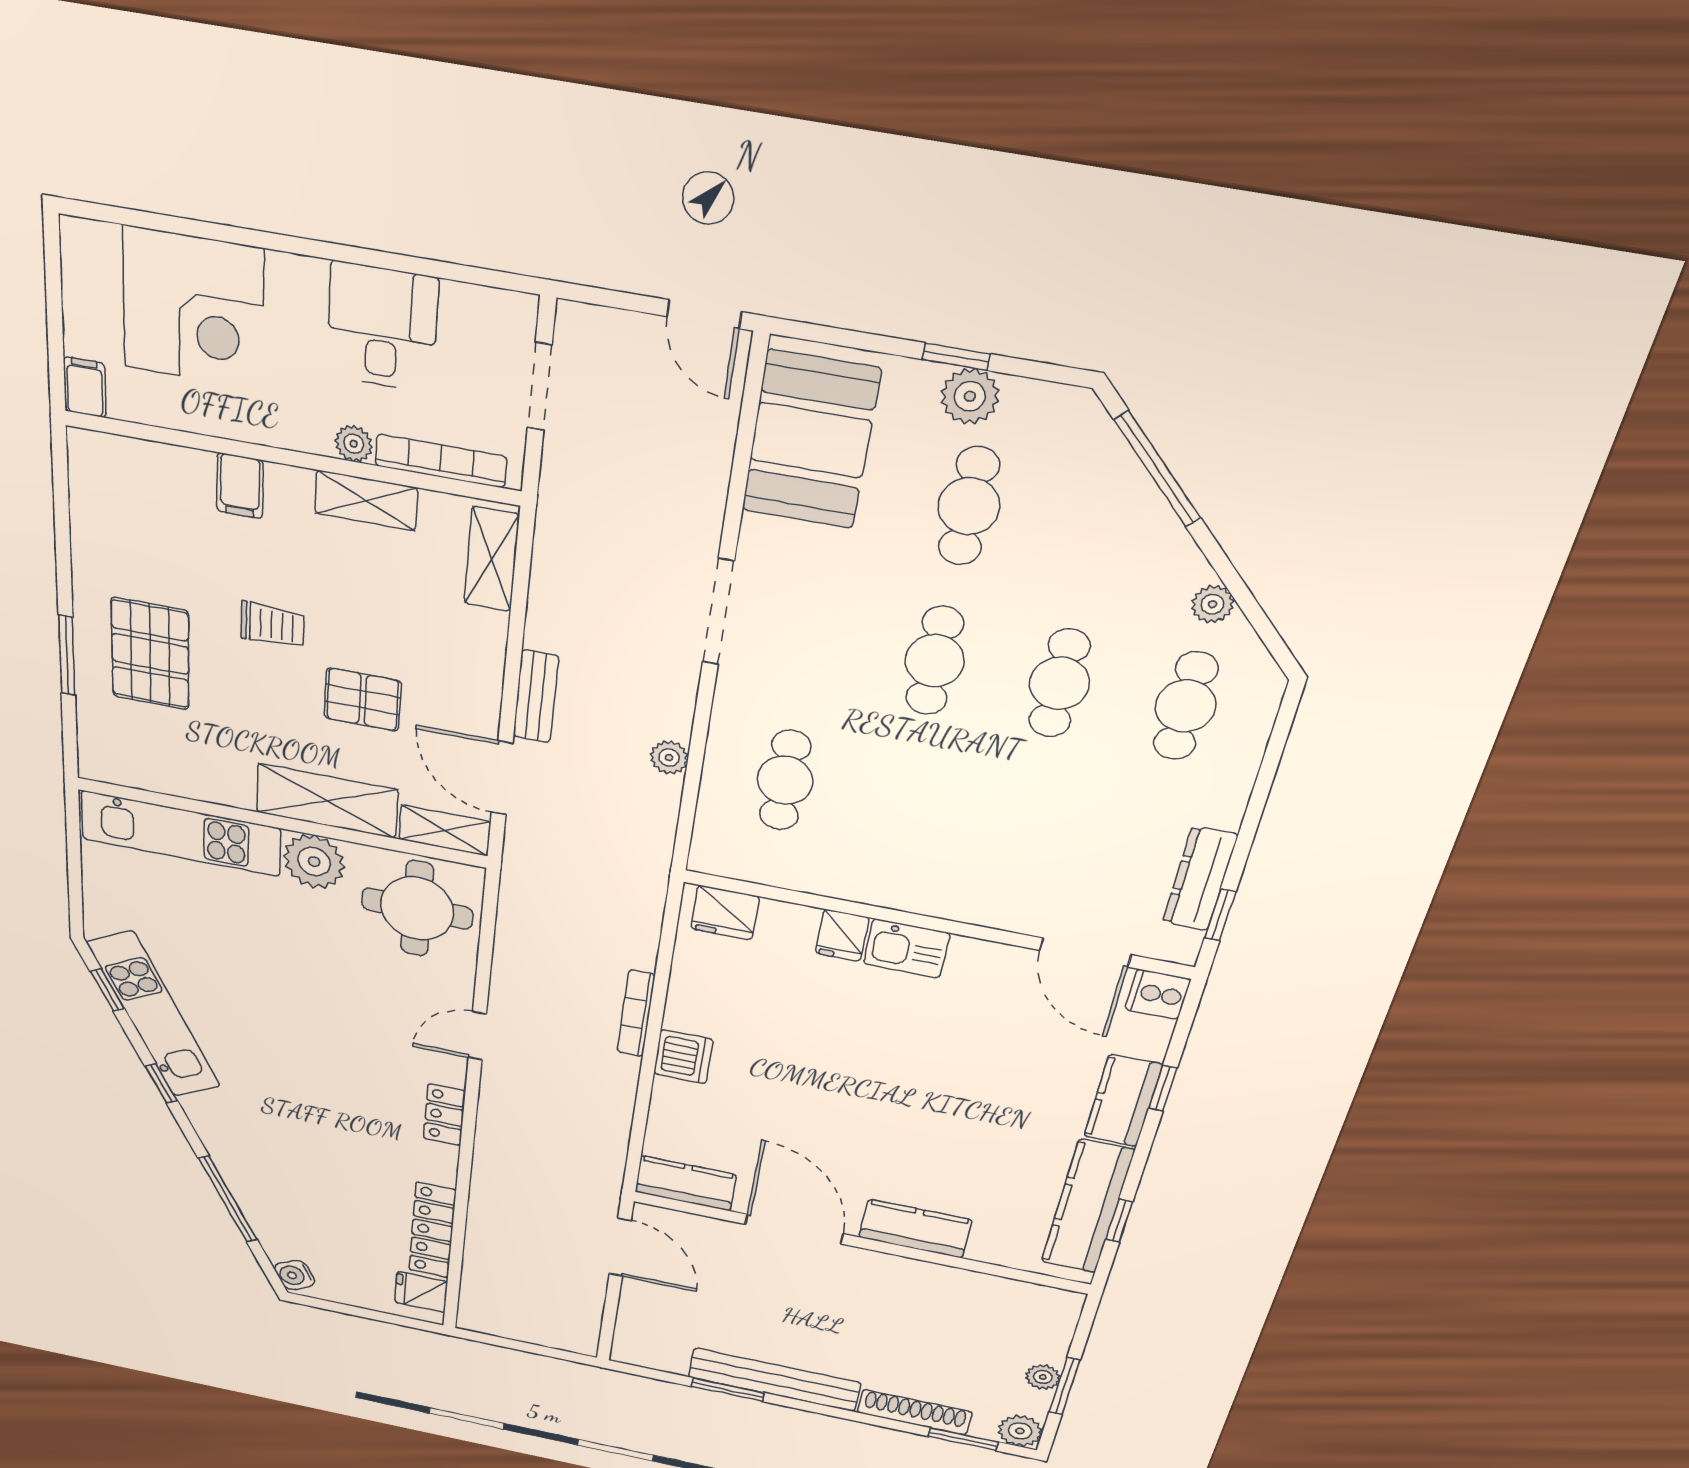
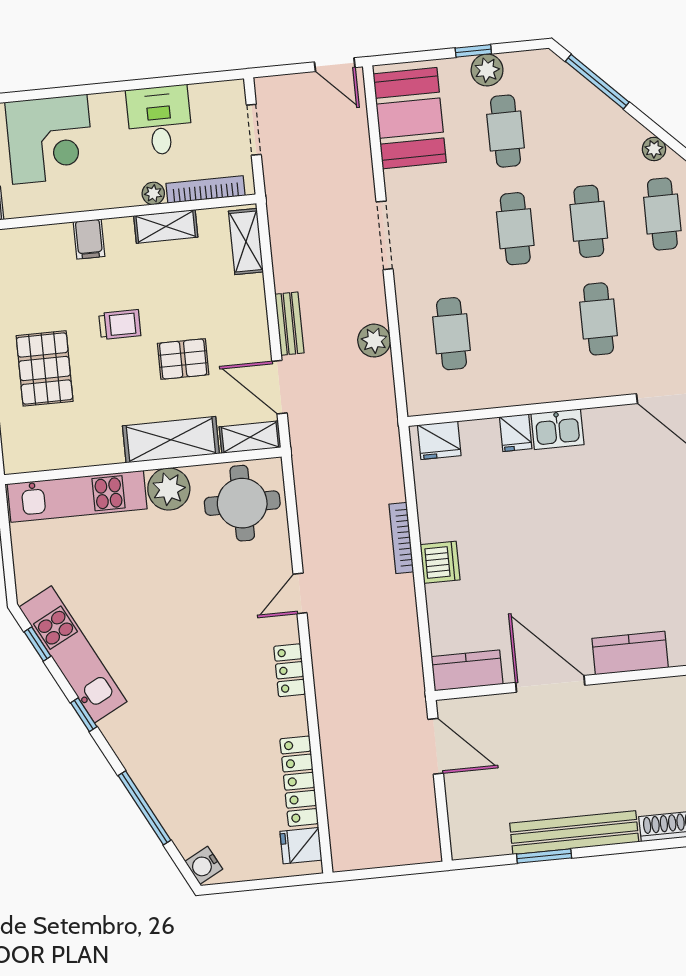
plant: (669, 758) -> (374, 341), width x1.38, depth x1.38
cafe table: (1023, 825) -> (599, 319), added

